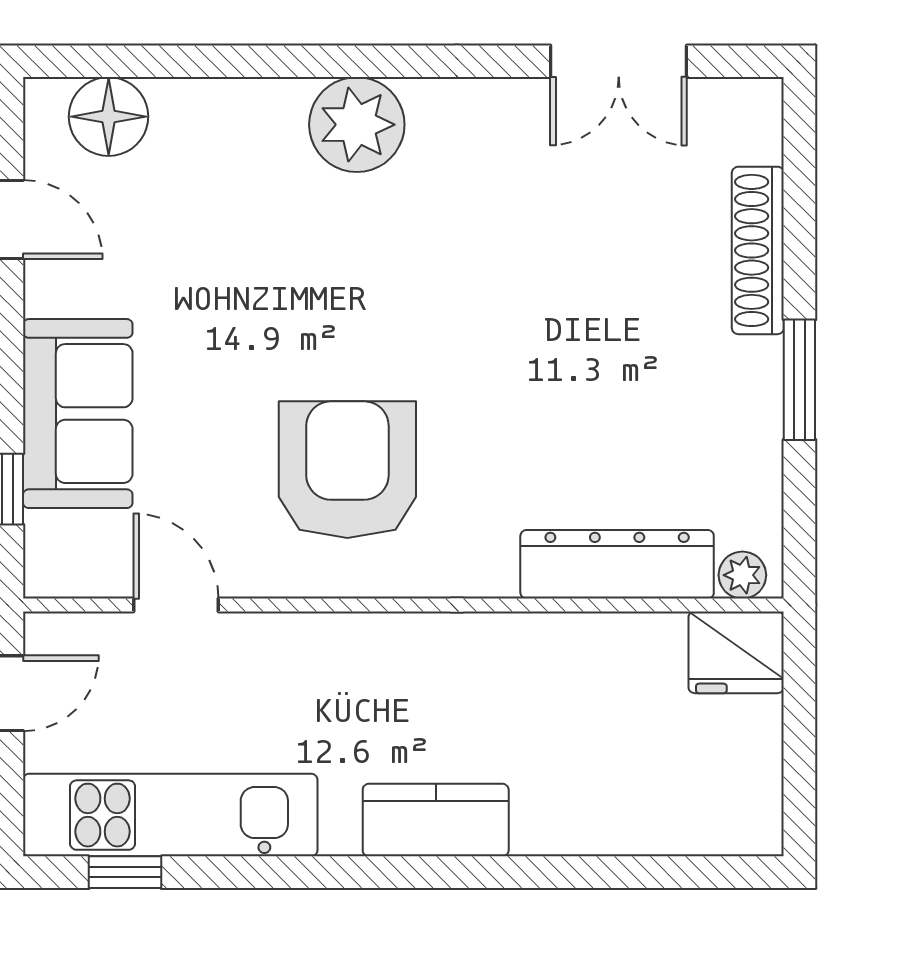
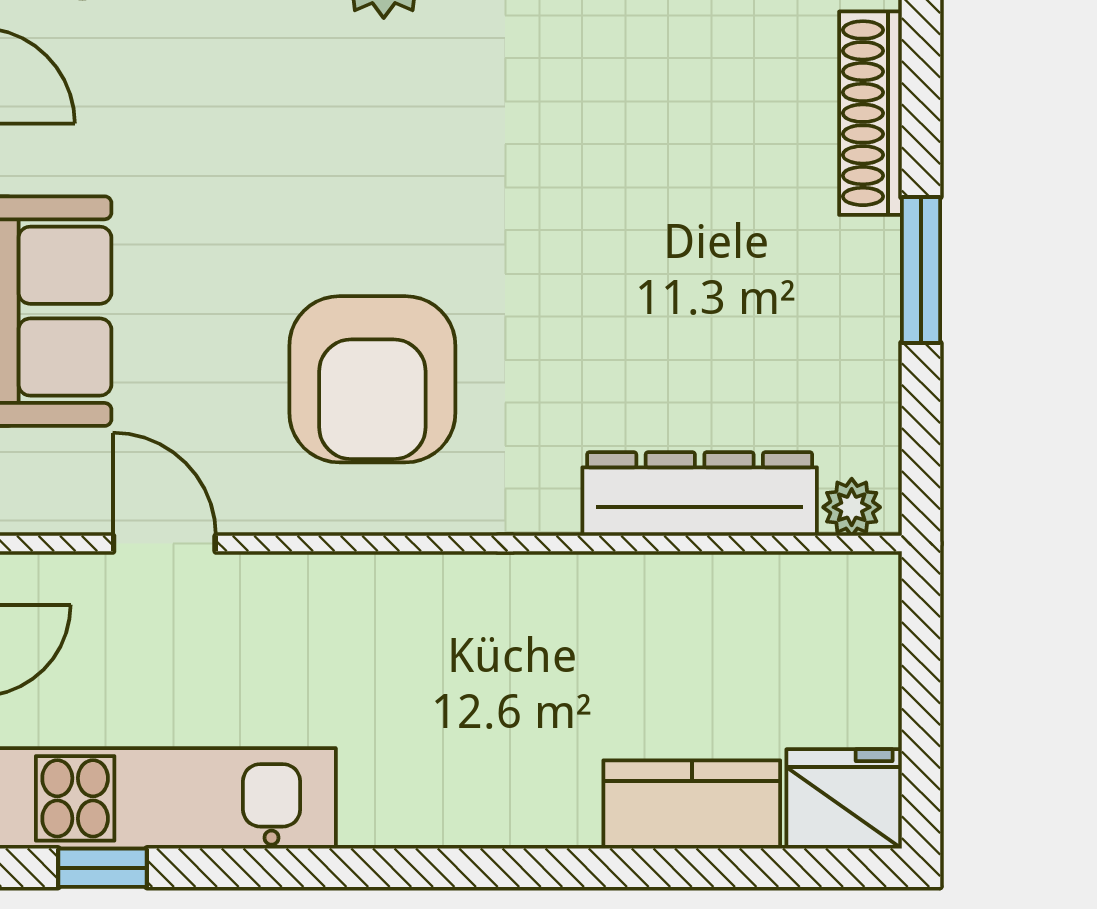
armchair: (347, 470) -> (372, 379), turned 180
fridge: (736, 652) -> (844, 799), moved, turned 180
kitchen counter: (436, 820) -> (692, 804), moved

